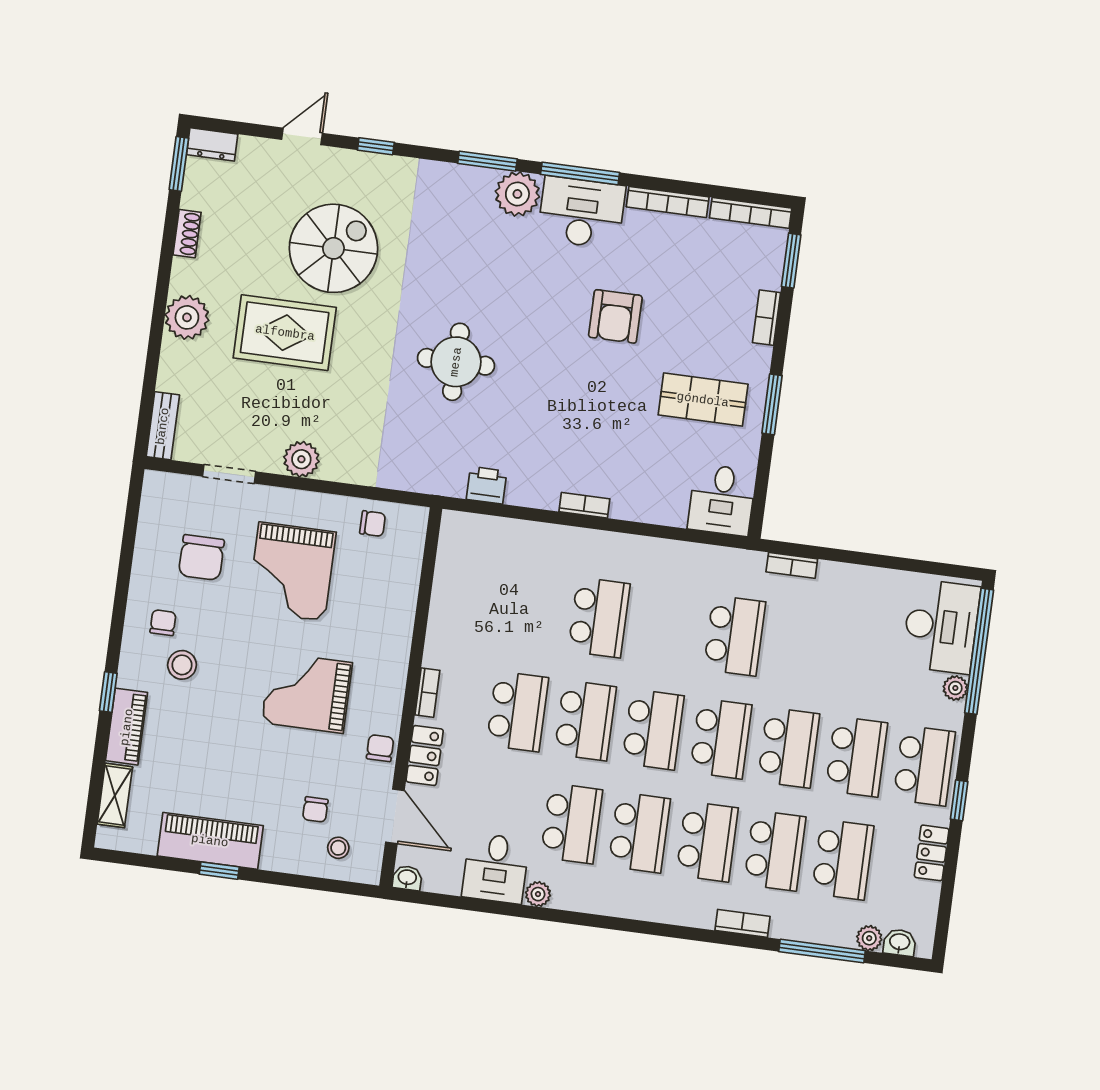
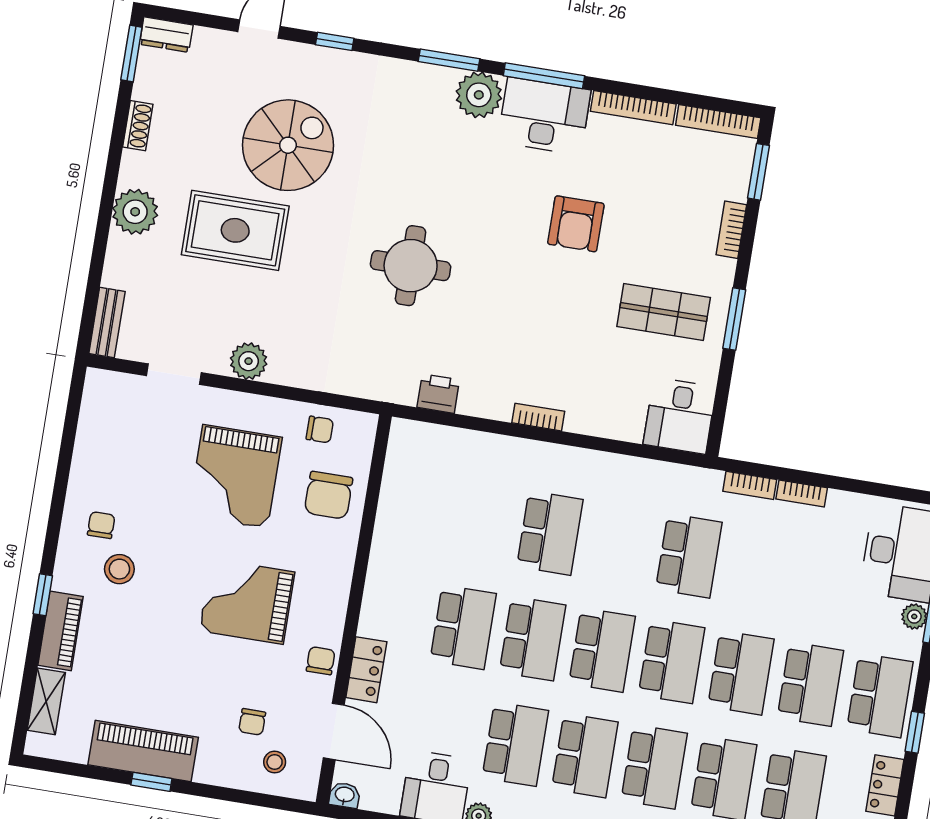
chair: (201, 557) -> (329, 495), moved
bookcase: (427, 693) -> (802, 493), moved, turned 90

